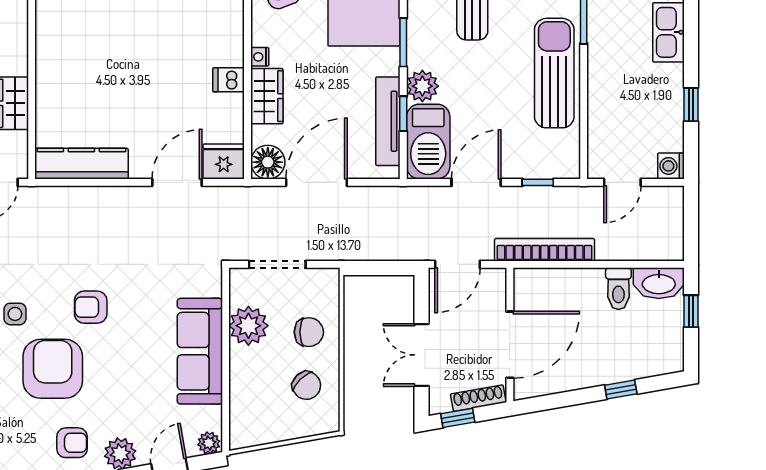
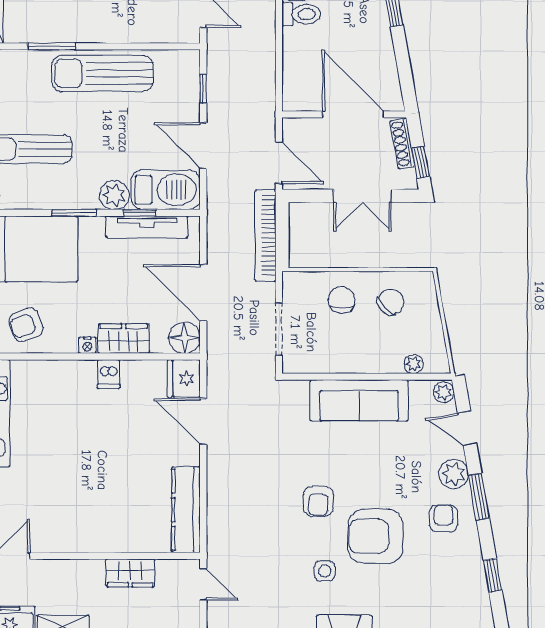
bookcase: (545, 250) -> (265, 235), moved
plant: (248, 326) -> (414, 364), moved, width x0.53, depth x0.53

